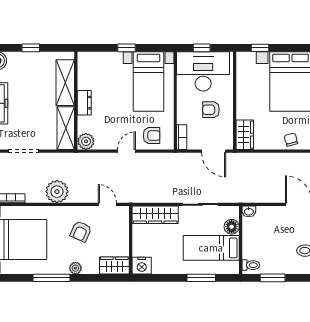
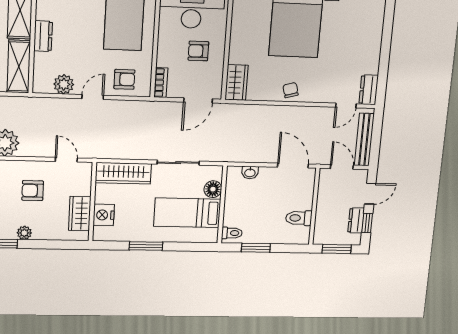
plant: (86, 141) -> (64, 84), moved
door: (214, 151) -> (198, 100), hinge flipped
washbasin: (249, 211) -> (250, 173), moved
armchair: (81, 231) -> (33, 191), turned 66
wardrobe: (114, 266) -> (80, 213), moved, turned -90
nightstand: (142, 266) -> (104, 215), moved, turned 90
window: (201, 278) -> (146, 246), moved

